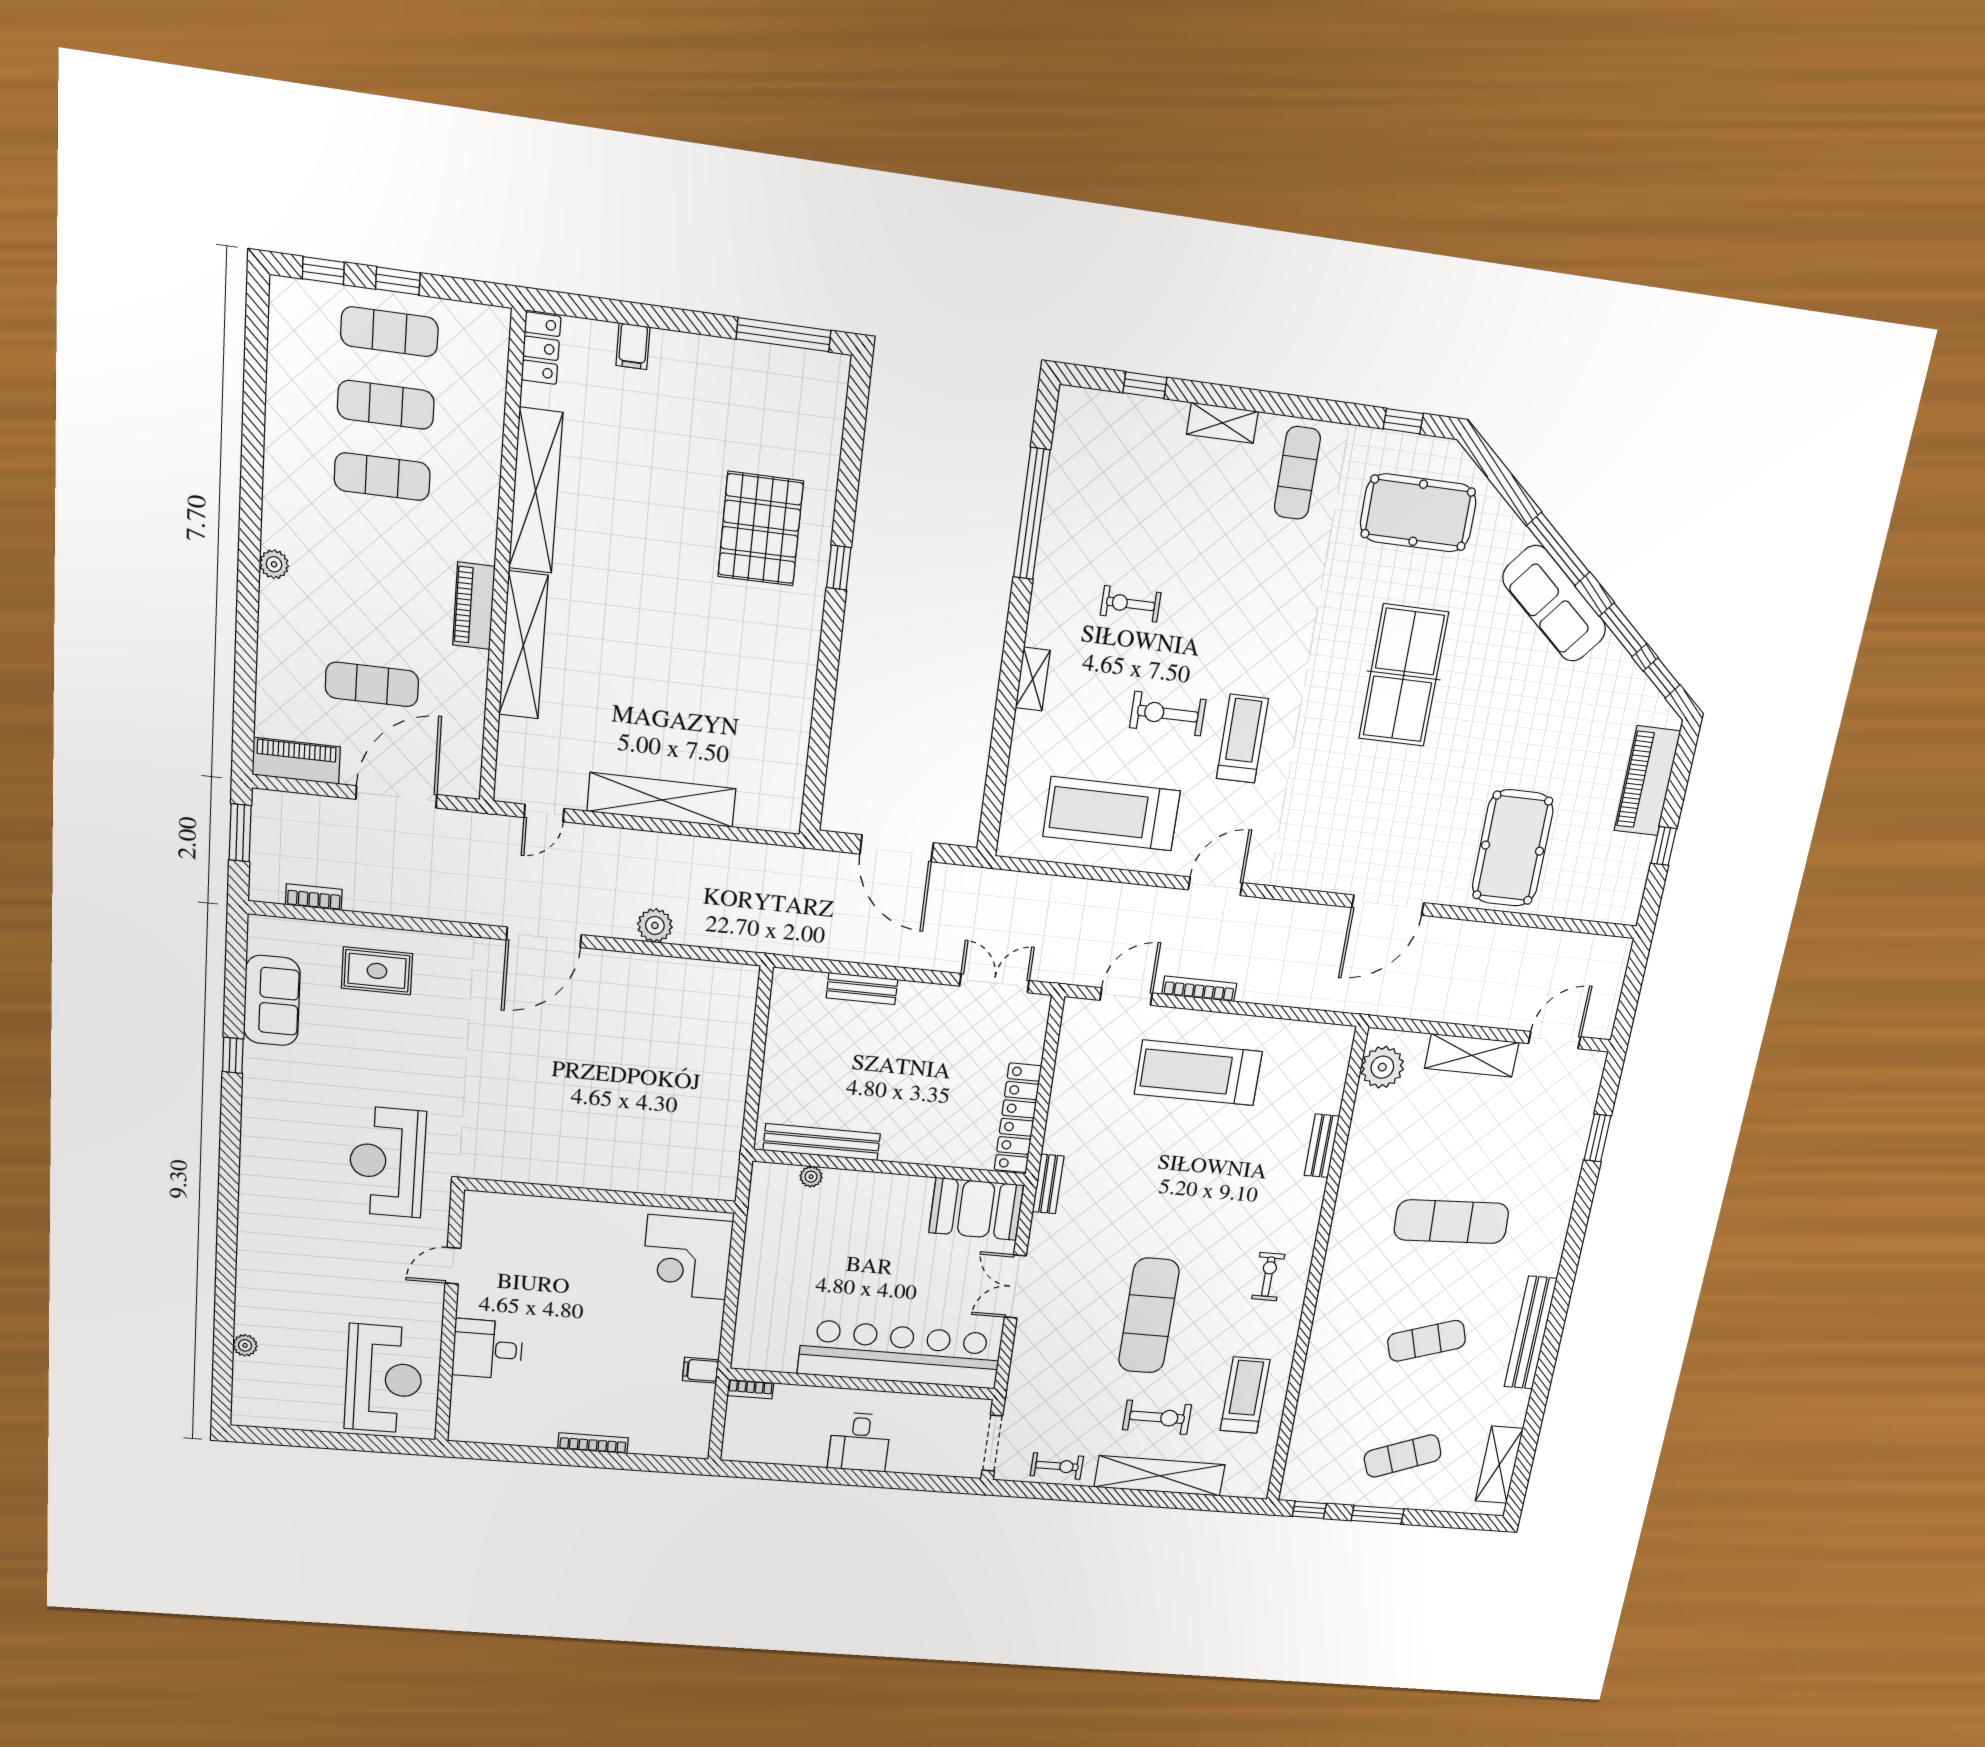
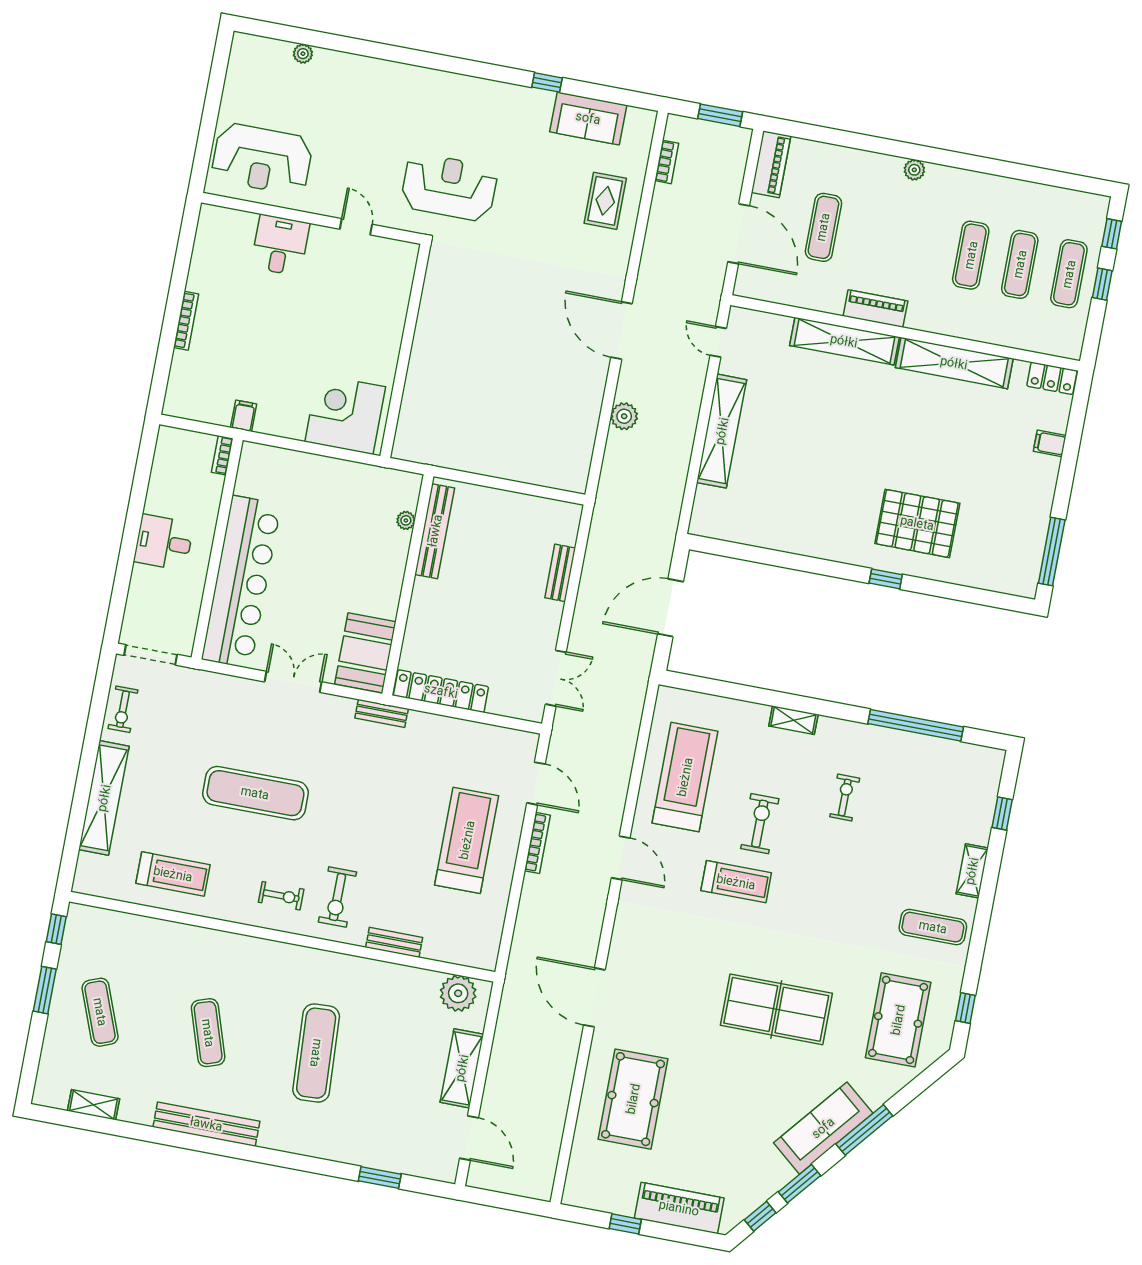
pool table: (1513, 848) -> (633, 1099), turned 90
exercise bike: (1157, 1417) -> (337, 897), moved
shelving: (1499, 1465) -> (94, 1105), width x0.67, depth x0.75

